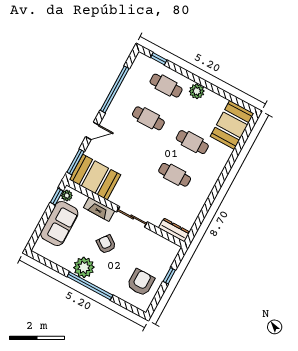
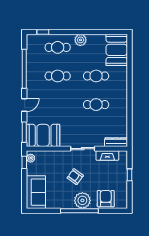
fireplace: (99, 209) -> (107, 156), moved
sofa: (59, 224) -> (36, 192), moved
plant: (84, 267) -> (82, 200), moved
armchair: (141, 282) -> (106, 199), moved

